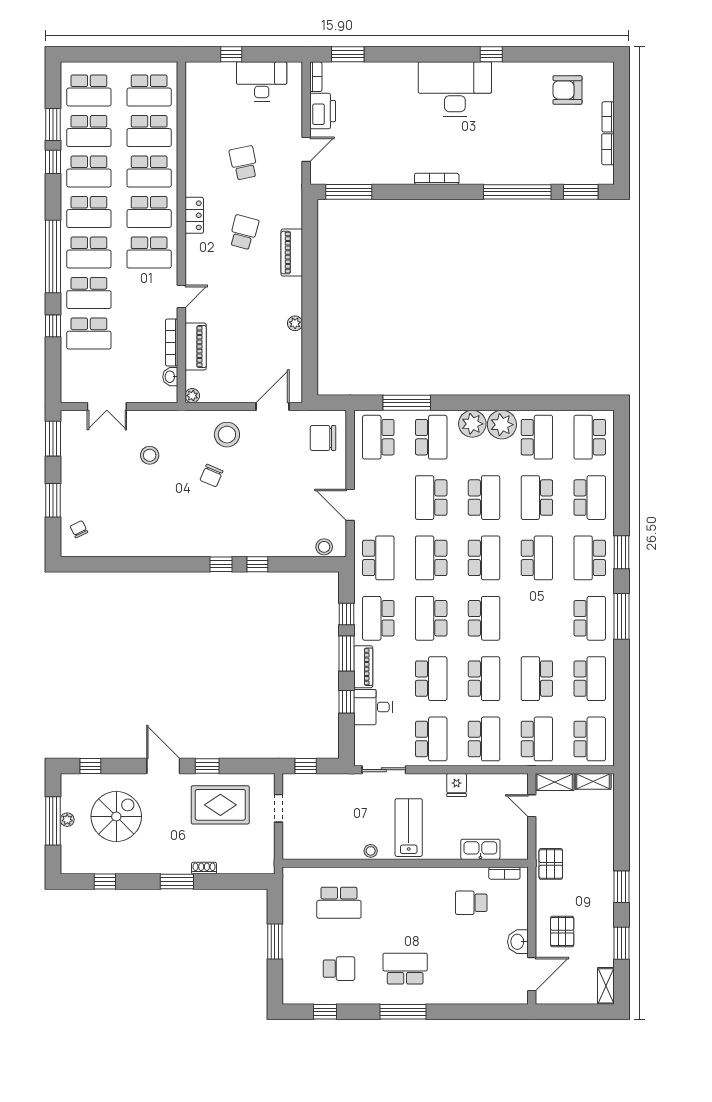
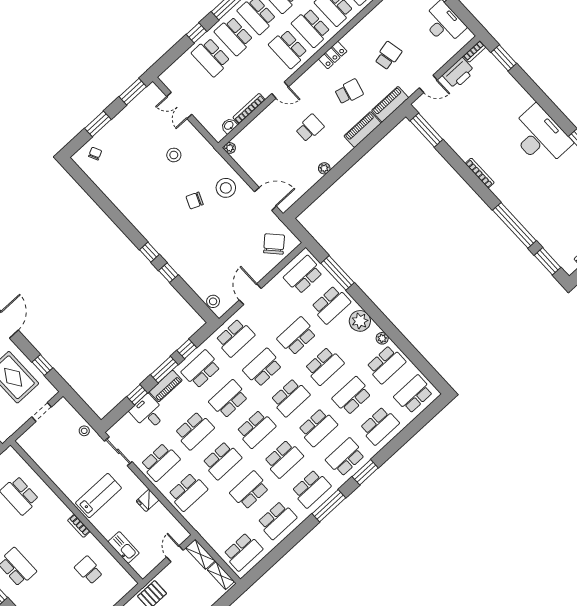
school desk: (244, 302) -> (310, 128), added
piano: (196, 347) -> (390, 104), moved, turned 180
plant: (502, 425) -> (382, 338), width x0.53, depth x0.53
chair: (323, 438) -> (274, 244), turned 47
school desk: (537, 739) -> (284, 459), moved
window: (207, 766) -> (42, 365), moved
window: (306, 766) -> (80, 405), removed
stool: (371, 851) -> (84, 431), moved
bookcase: (504, 873) -> (79, 526), moved

